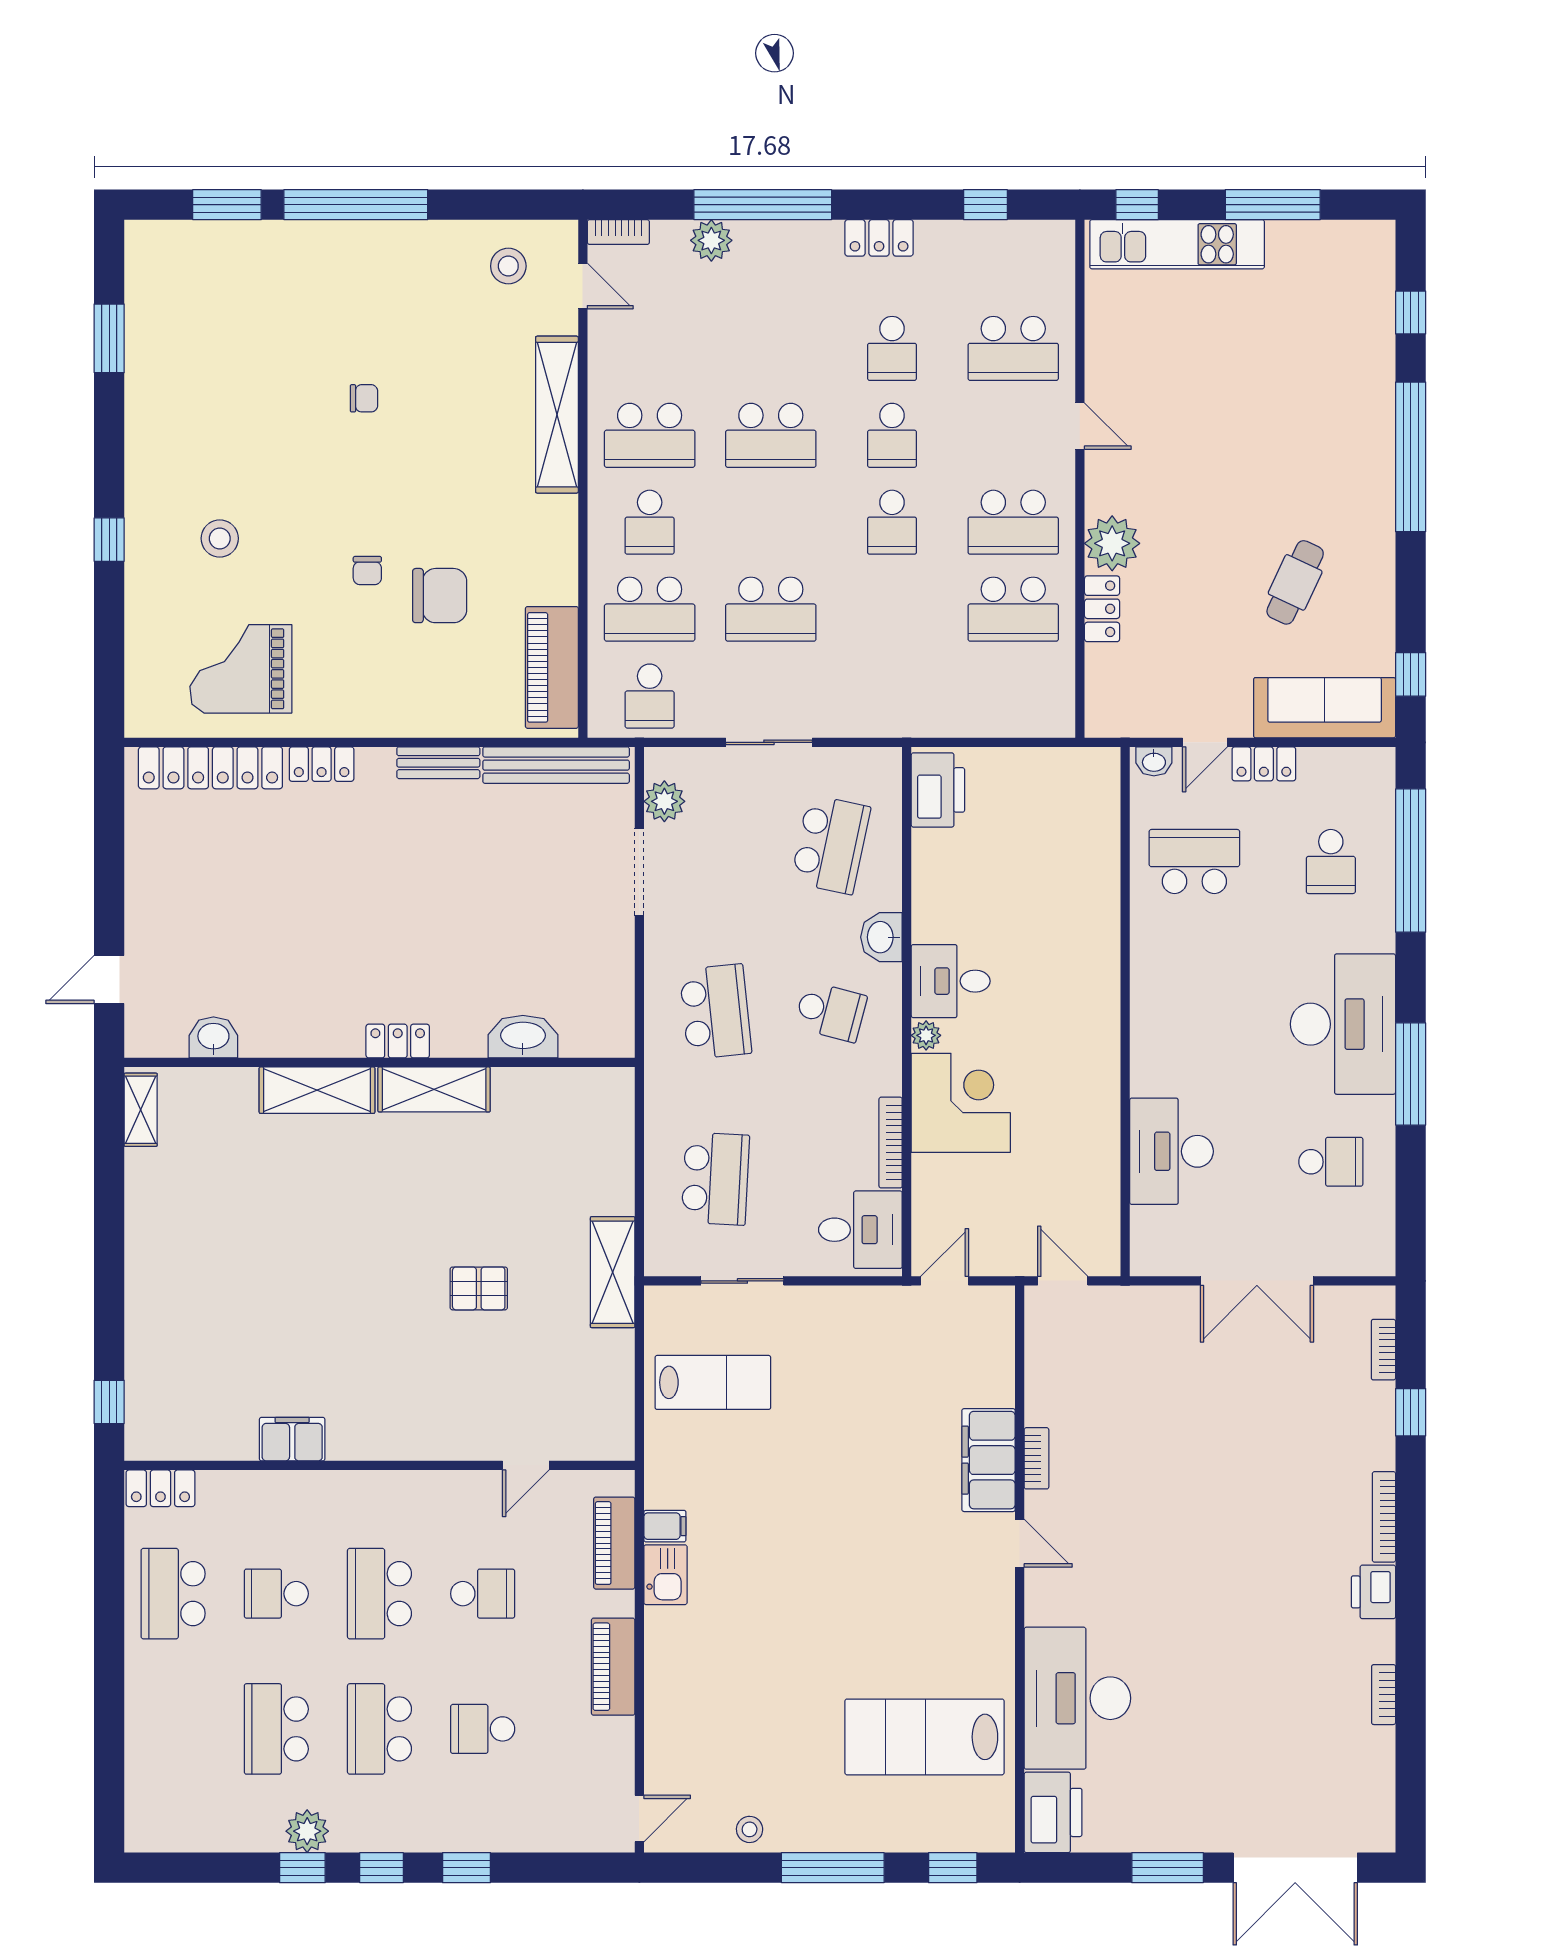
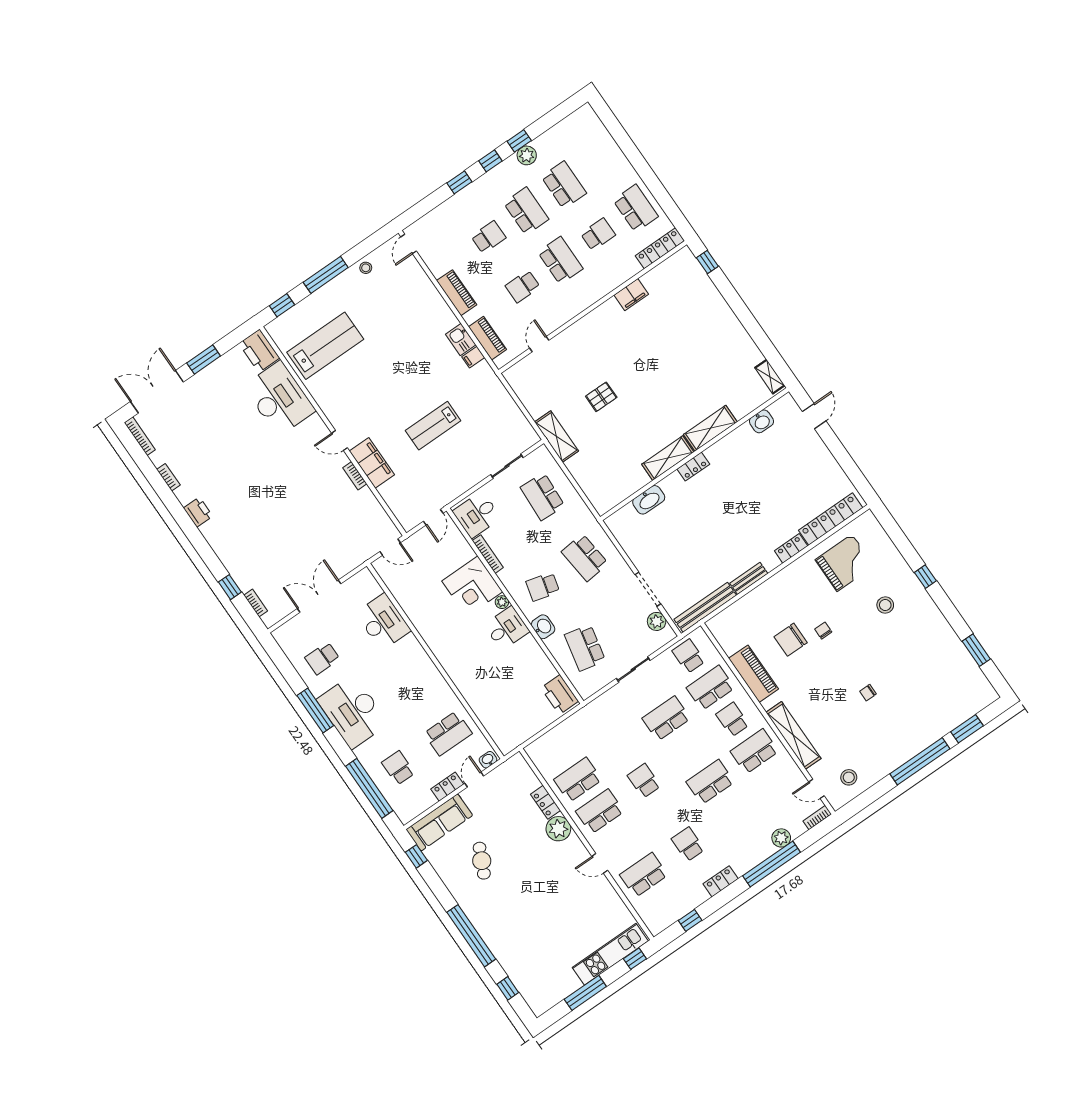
school desk: (892, 435) -> (666, 813), removed
piano: (552, 667) -> (753, 674), moved
lab bench: (713, 1382) -> (433, 426), moved
locker: (160, 1488) -> (660, 248), width x1.53
bookcase: (1384, 1517) -> (140, 436), moved

